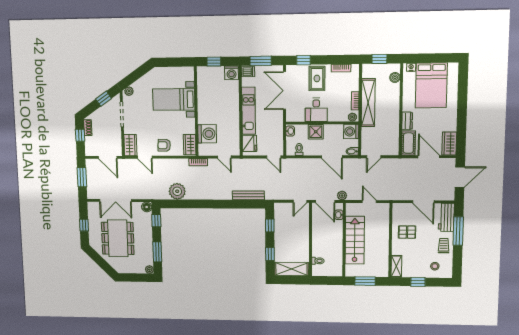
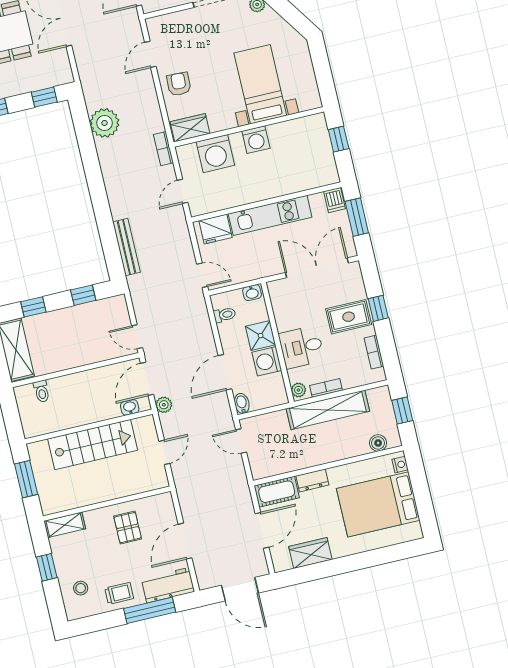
window: (303, 60) -> (378, 308), moved
washing machine: (232, 73) -> (256, 140), moved, turned -90
desk: (316, 110) -> (301, 347), moved
washing machine: (351, 131) -> (267, 361), moved, turned -90
wardrobe: (449, 144) -> (310, 553), moved
wardrobe: (130, 145) -> (165, 25), removed
door: (274, 157) -> (202, 275), swing flipped
floor lamp: (147, 207) -> (64, 75), removed

